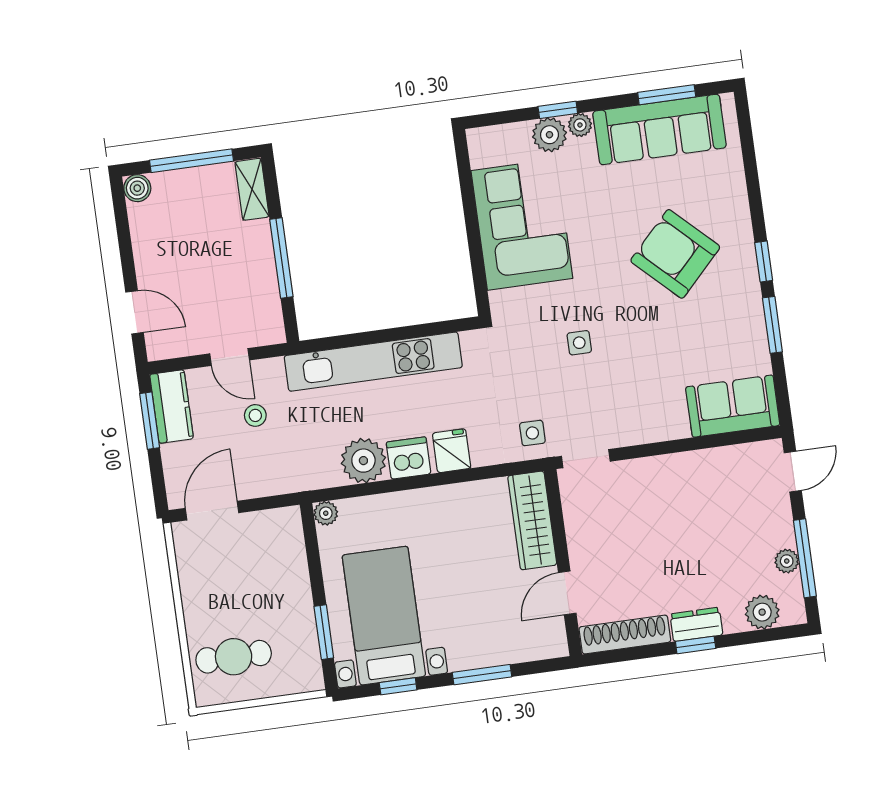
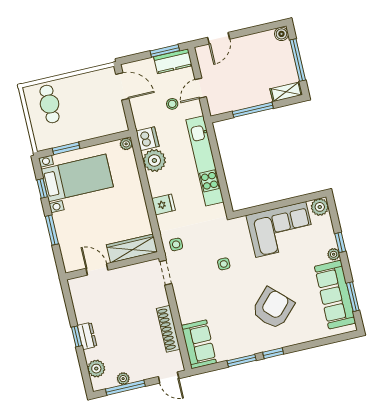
plant: (549, 135) -> (320, 207), moved
dishwasher: (409, 458) -> (147, 139), moved
shoe rack: (625, 635) -> (168, 329), moved, turned 180

